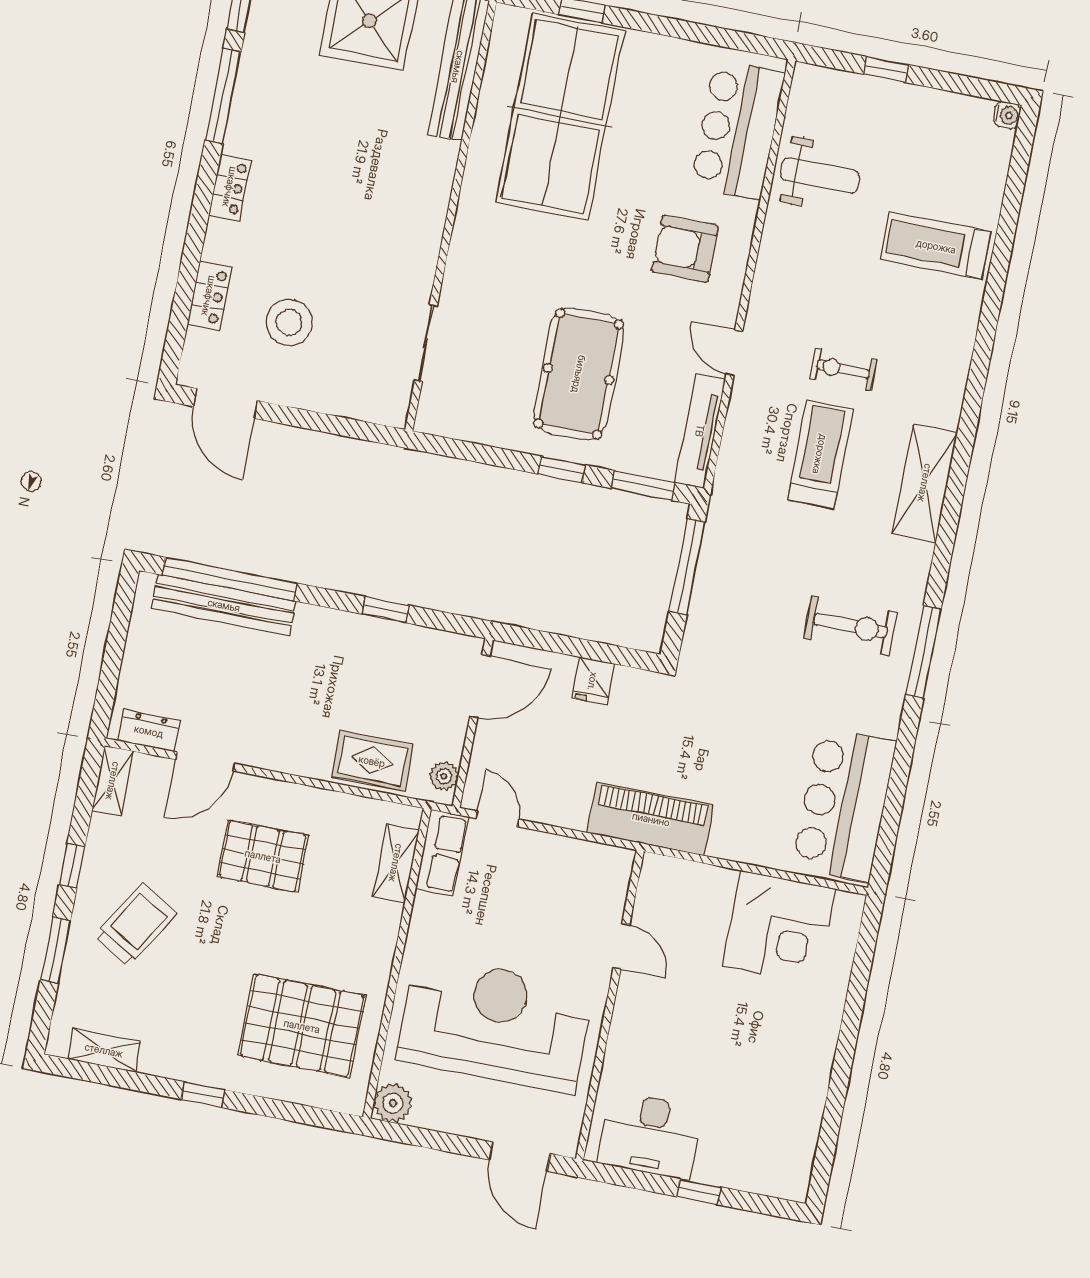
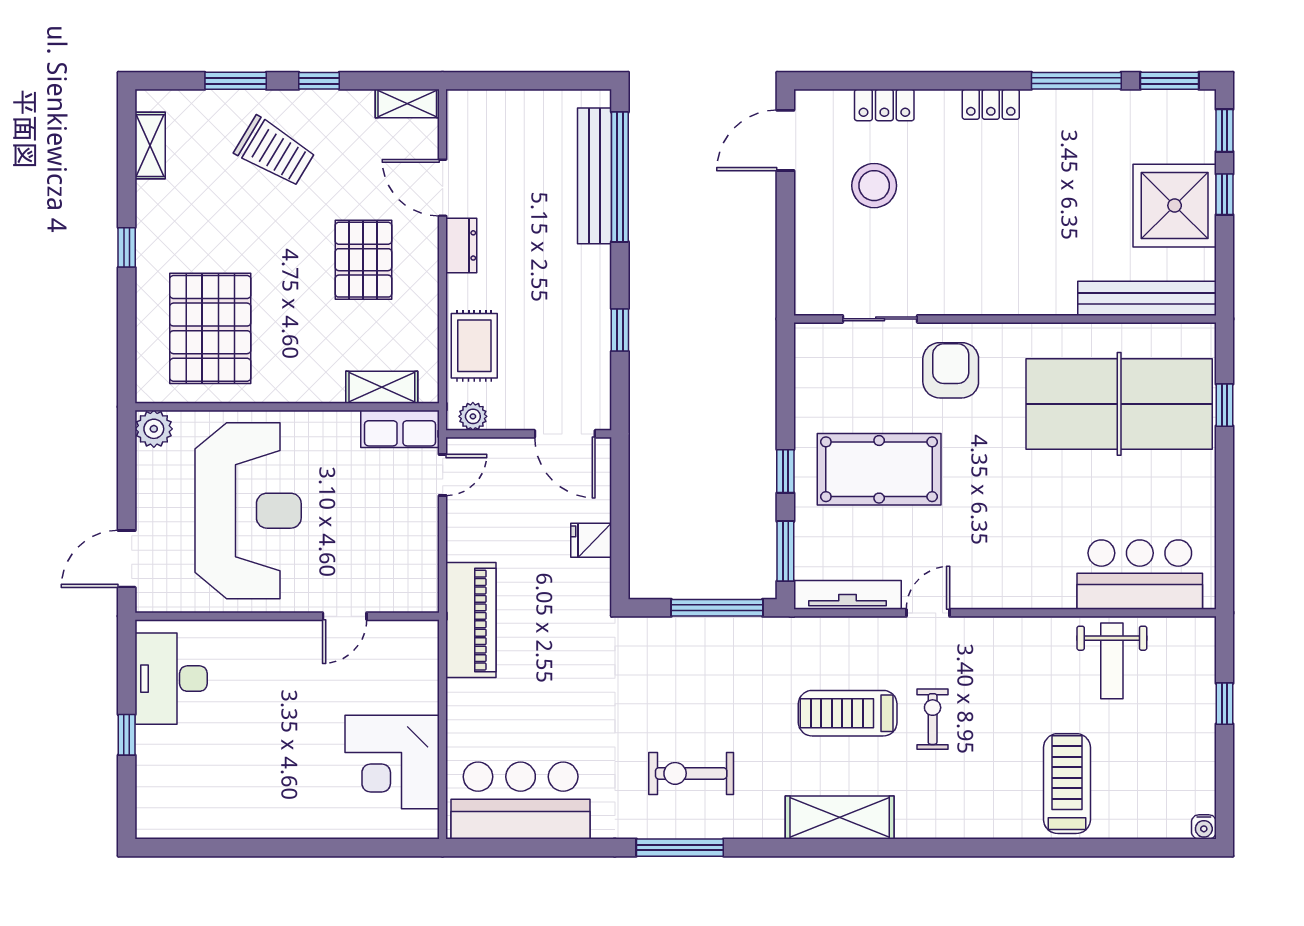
armchair: (685, 249) -> (951, 370), moved
treadmill: (820, 454) -> (848, 713), turned 180
exercise bike: (850, 626) -> (691, 773), turned 90
dresser: (149, 731) -> (461, 245), moved

